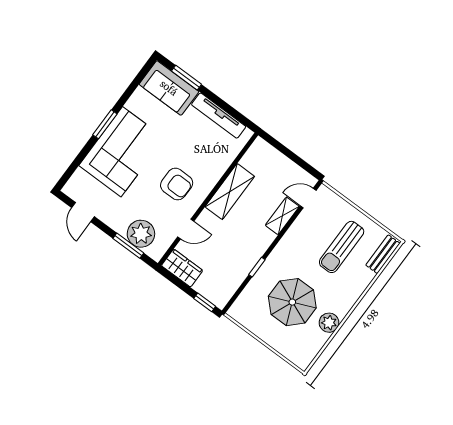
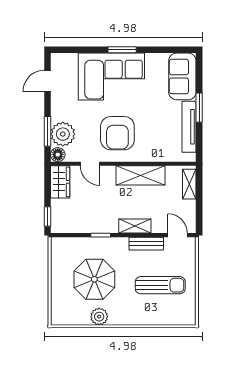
window: (187, 78) -> (199, 108), moved
shelving: (270, 154) -> (189, 184), added
armchair: (177, 184) -> (117, 133), width x1.36, depth x1.36
shelving: (282, 216) -> (135, 226), moved
sun lounger: (342, 247) -> (160, 285), turned 180
floor lamp: (156, 252) -> (58, 155), added
bench: (383, 254) -> (146, 244), moved

